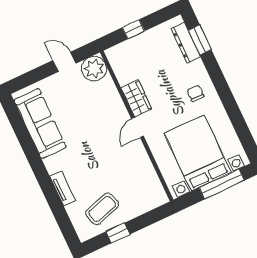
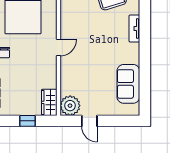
wardrobe: (136, 98) -> (49, 102), moved
sofa: (40, 124) -> (128, 84), width x0.73

